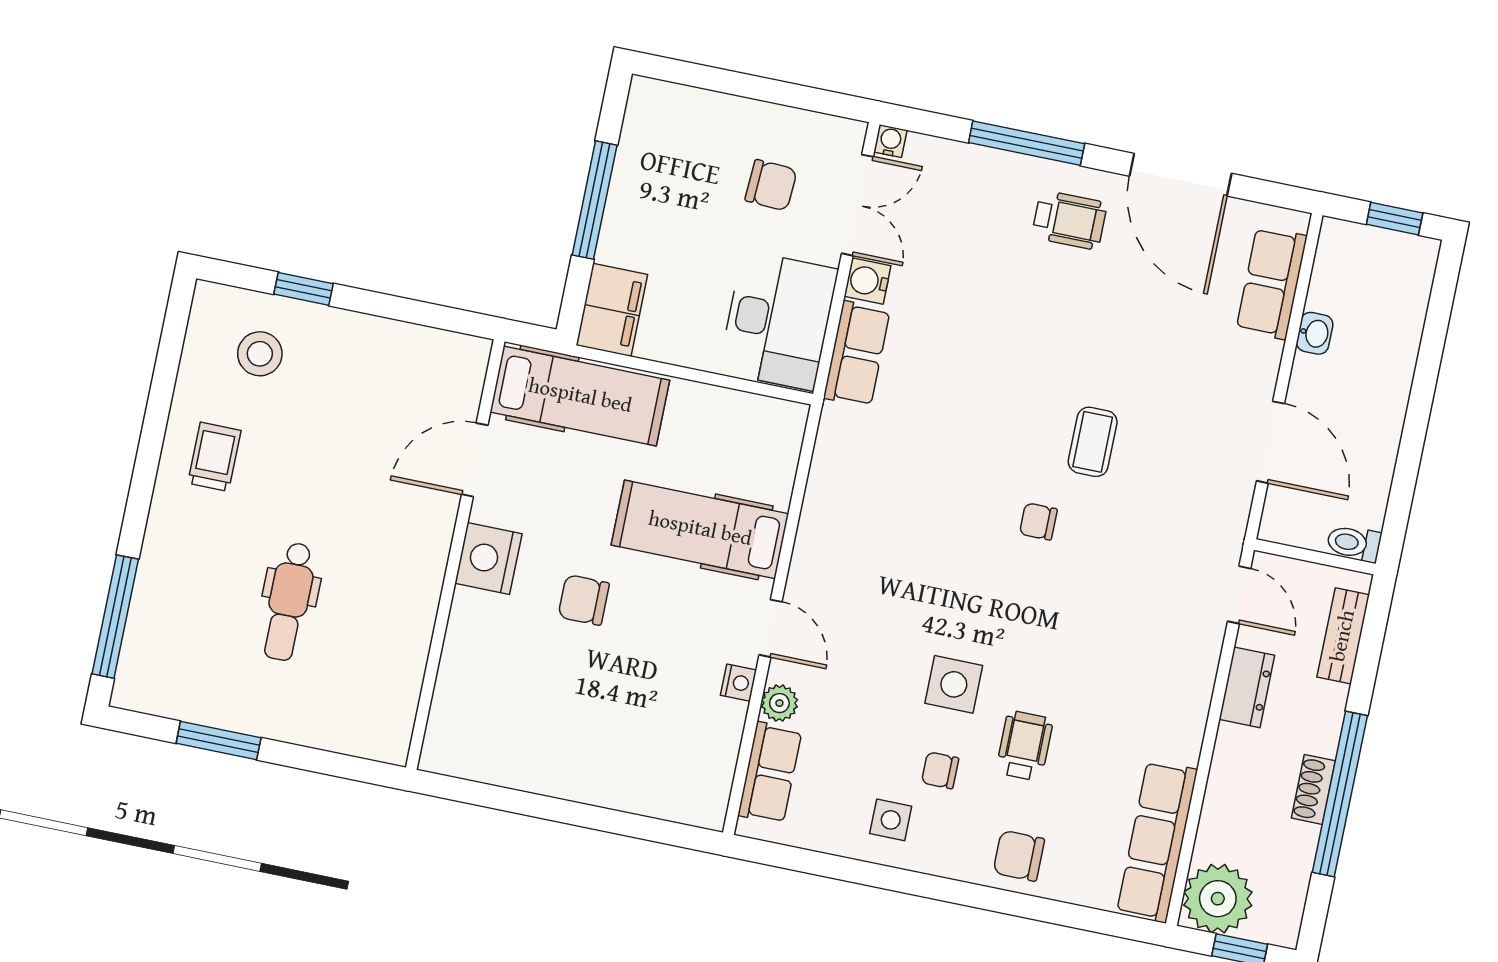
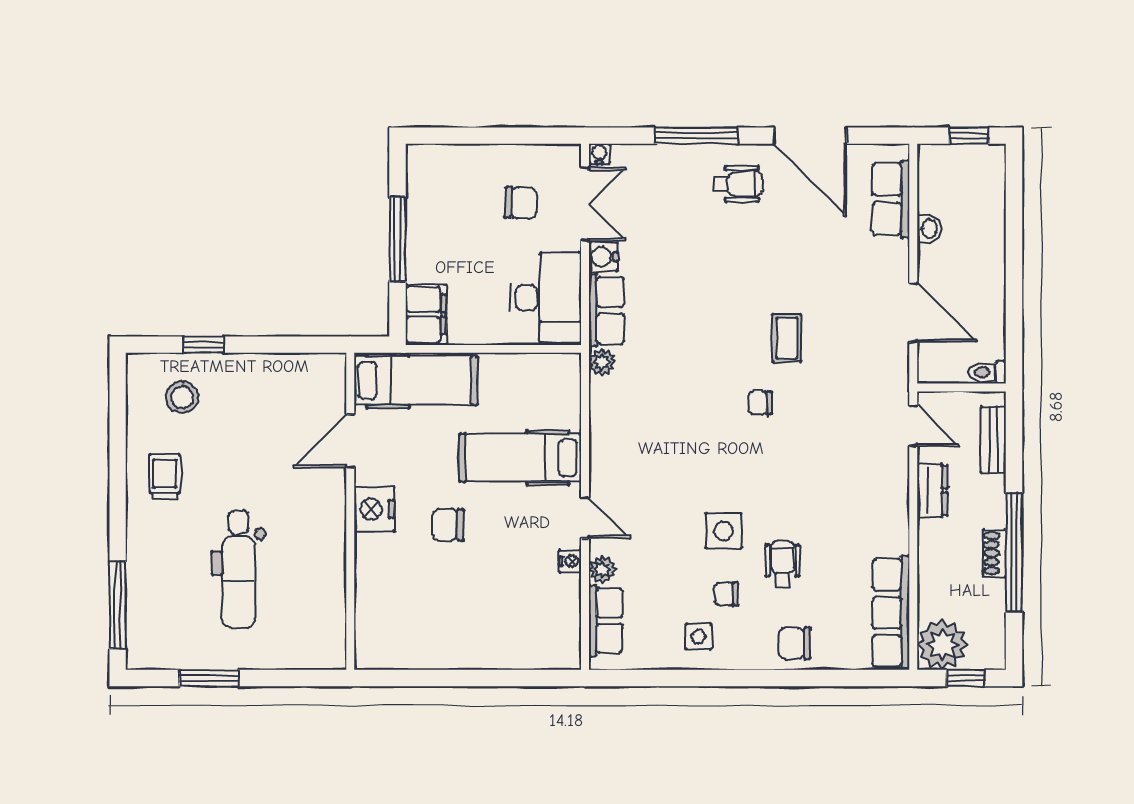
plant: (837, 423) -> (602, 362), added
dental chair: (289, 602) -> (239, 569), width x1.36, depth x1.38

